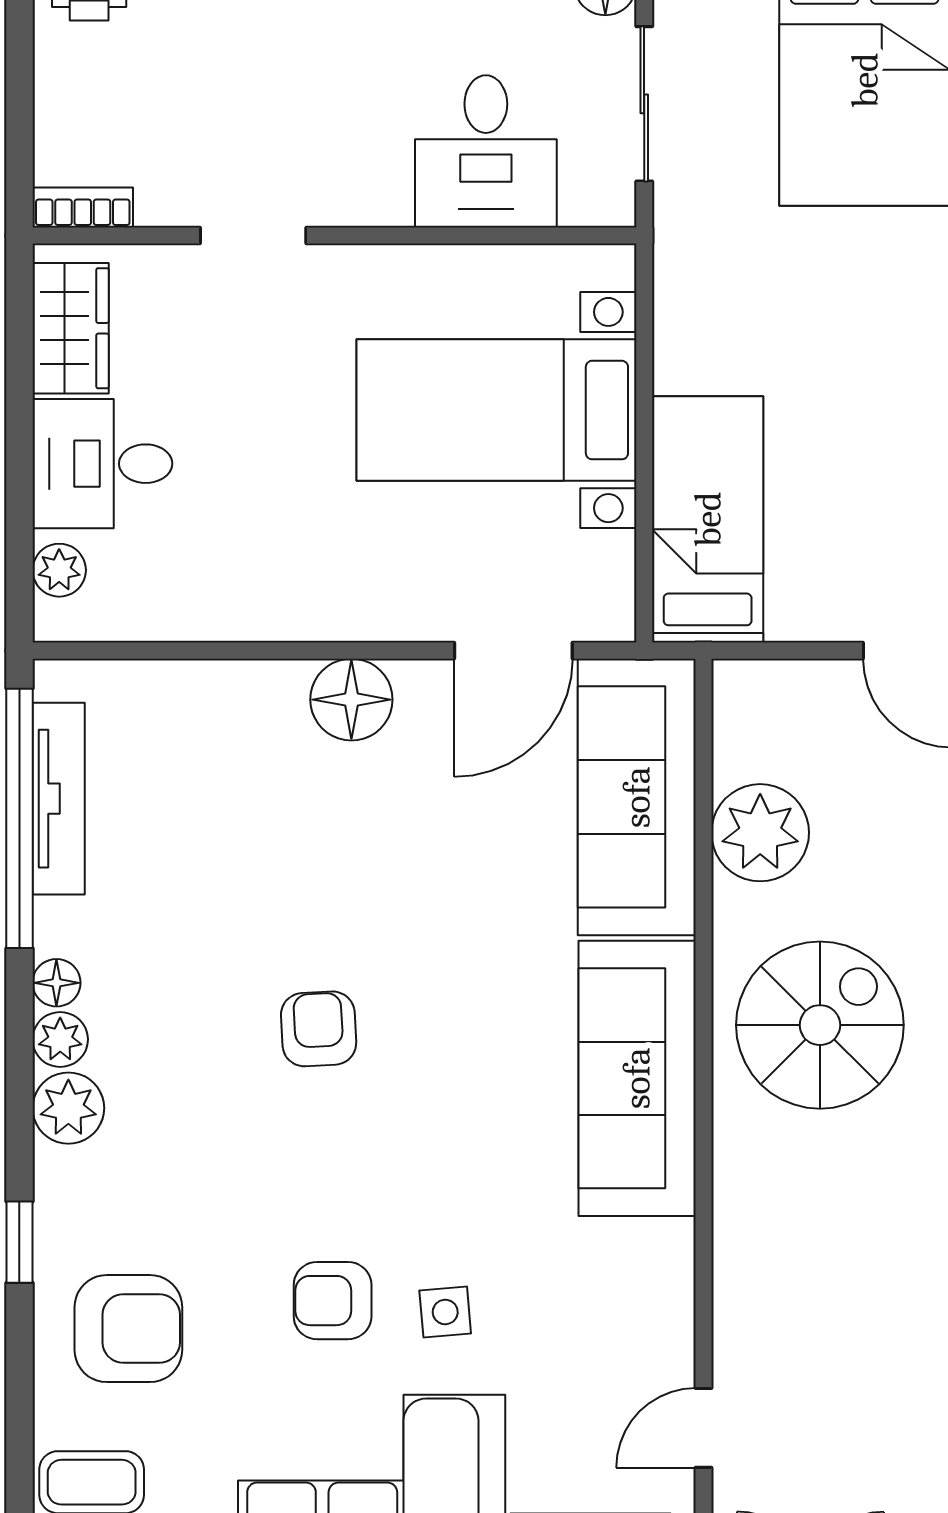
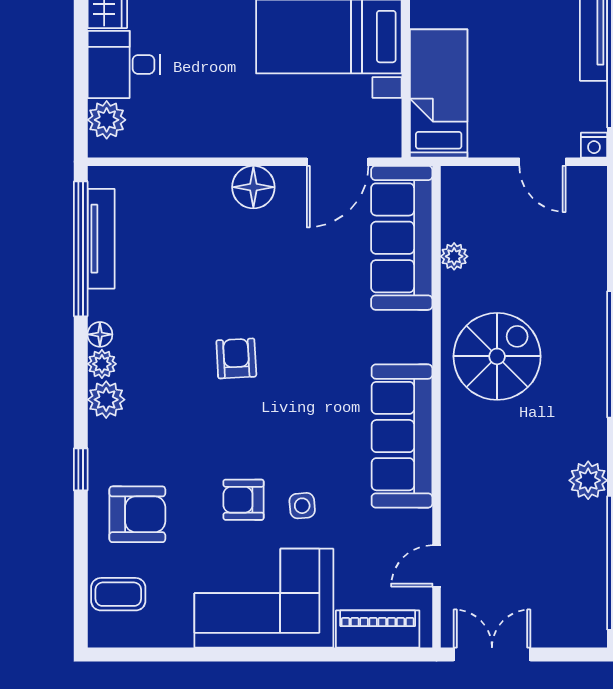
plant: (59, 570) -> (107, 120), width x1.38, depth x1.38
plant: (760, 833) -> (454, 256), width x0.53, depth x0.53
sofa: (637, 1078) -> (402, 436), moved

